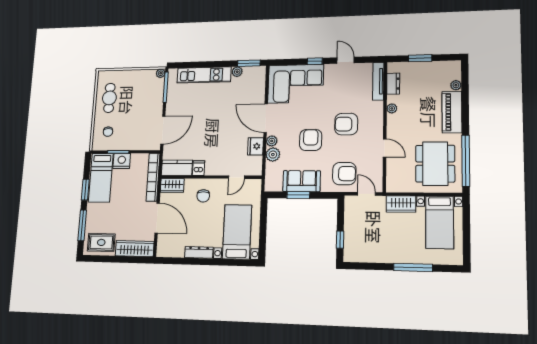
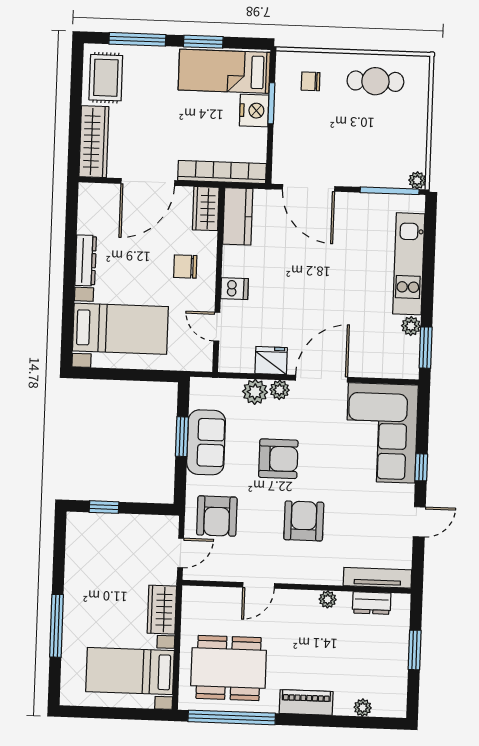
piano: (452, 112) -> (306, 702), width x0.73, depth x0.75
dishwasher: (199, 168) -> (234, 289), moved

